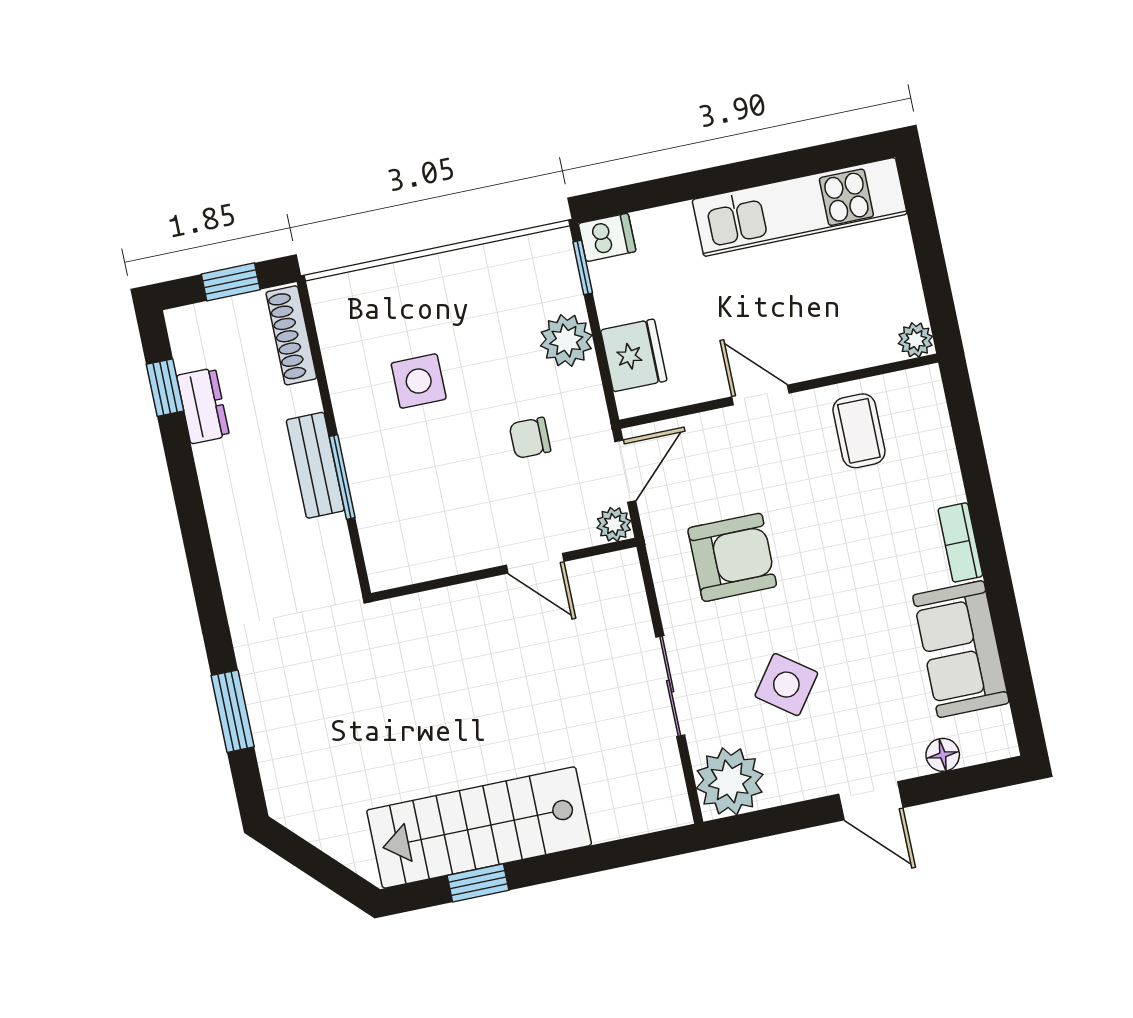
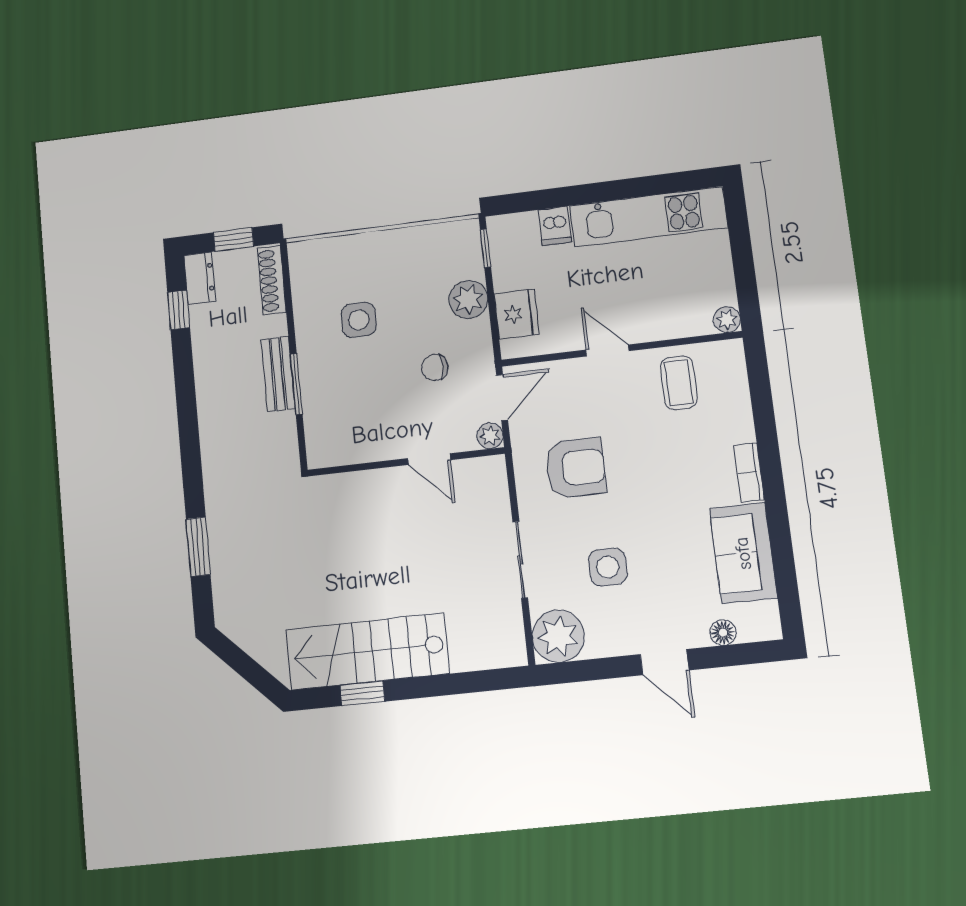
dishwasher: (607, 237) -> (555, 226), moved, turned 90
dresser: (203, 406) -> (200, 278), moved
side table: (786, 685) -> (608, 567), turned -36

